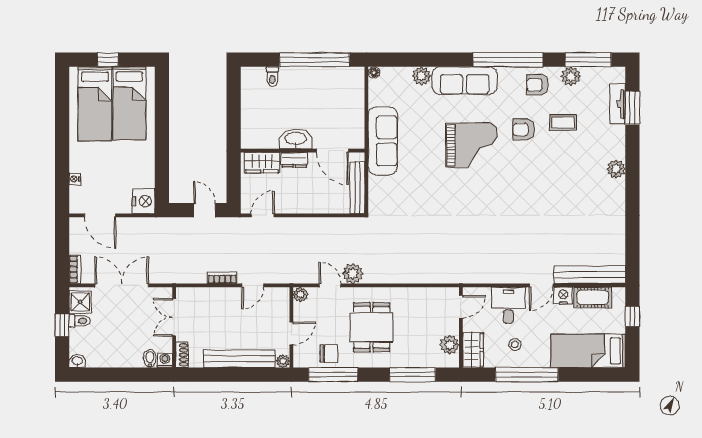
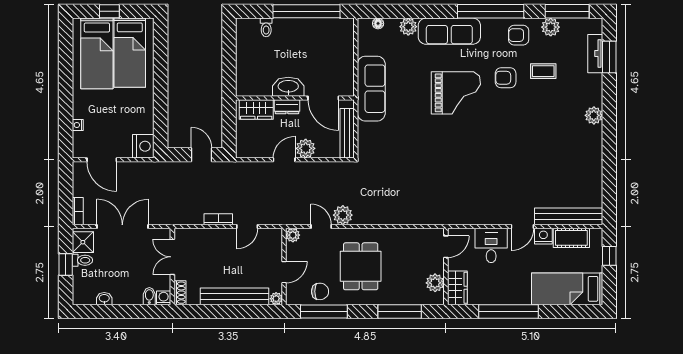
floor lamp: (374, 72) -> (378, 23), moved
plant: (314, 204) -> (306, 148), added
door: (263, 215) -> (284, 160), moved
stool: (515, 344) -> (497, 283), removed
washbasin: (77, 361) -> (104, 299), moved

